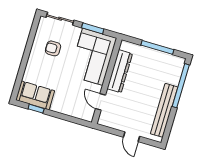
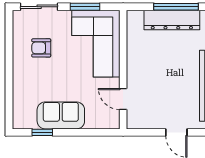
dresser: (120, 71) -> (172, 20), moved, turned 90
sofa: (35, 95) -> (61, 115), moved

